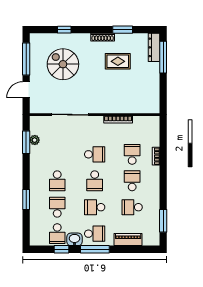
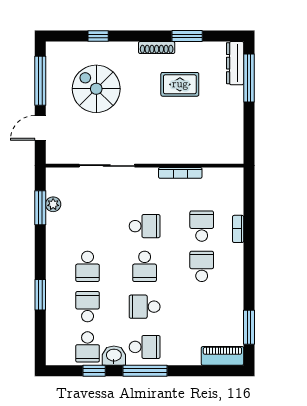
school desk: (132, 207) -> (202, 307), removed
piano: (128, 240) -> (222, 356), moved

